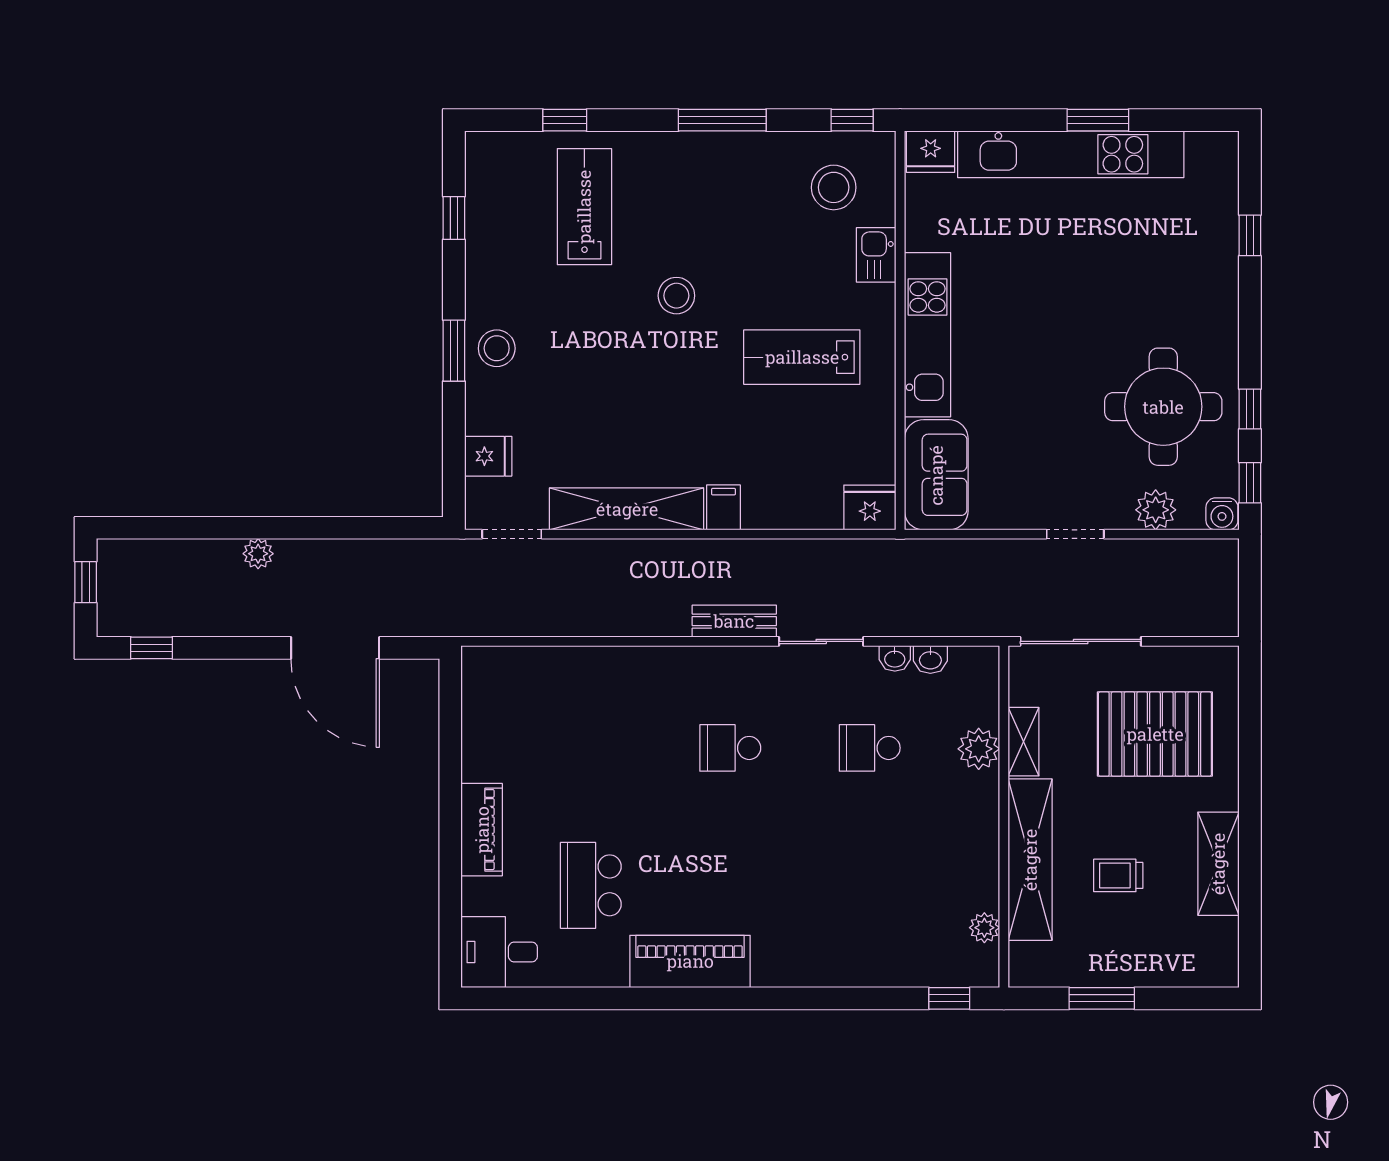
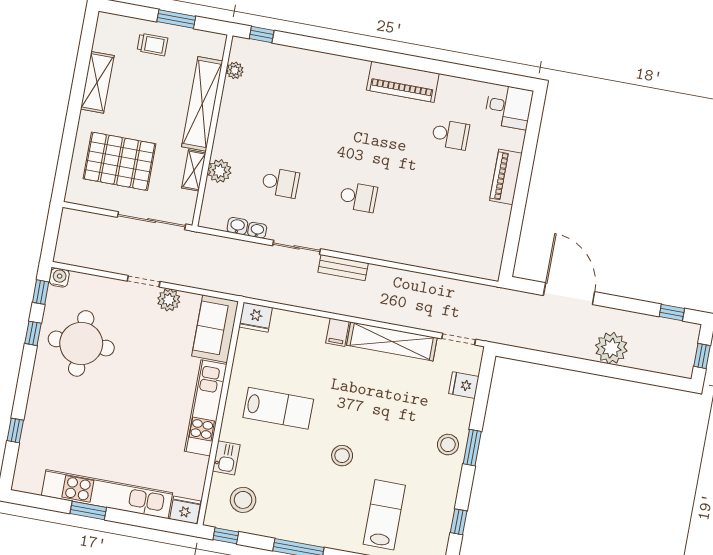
lab bench: (584, 207) -> (384, 515), turned 180
plant: (1156, 510) -> (169, 300), moved
plant: (258, 554) -> (611, 348), width x1.87, depth x1.87
trolley: (1118, 875) -> (152, 44), moved
school desk: (591, 885) -> (450, 135), width x0.54

